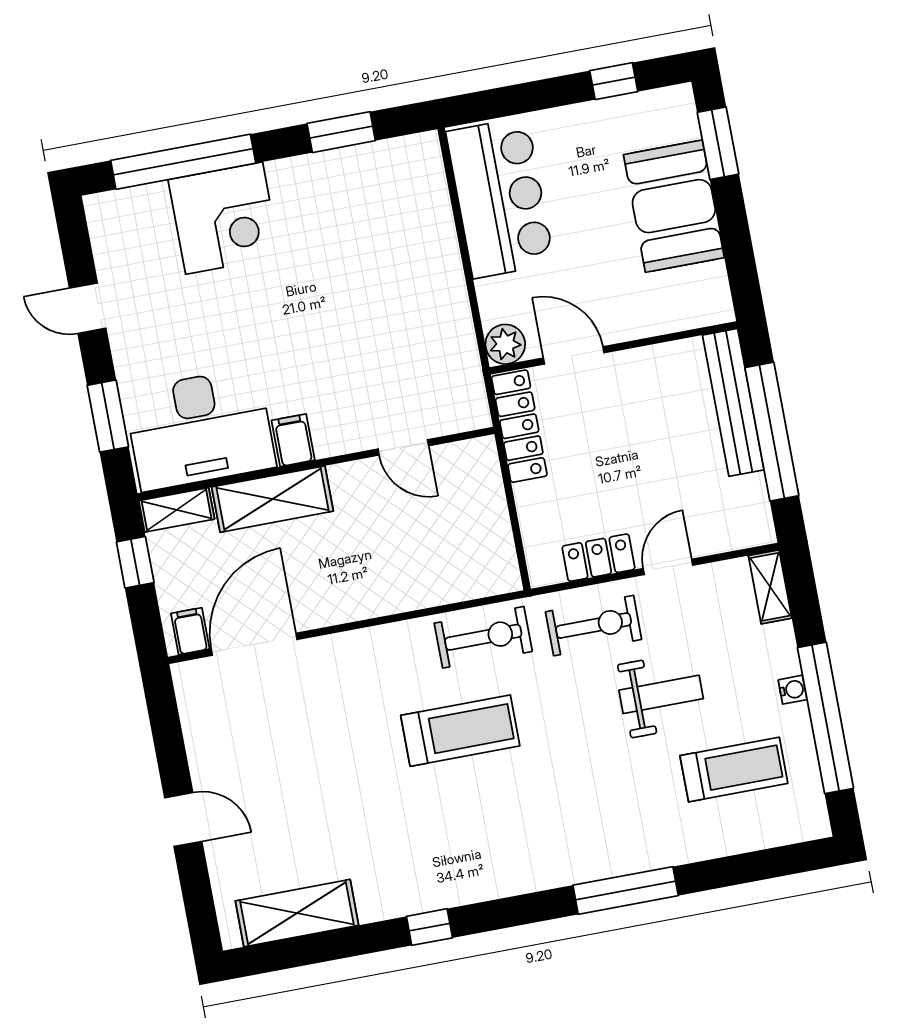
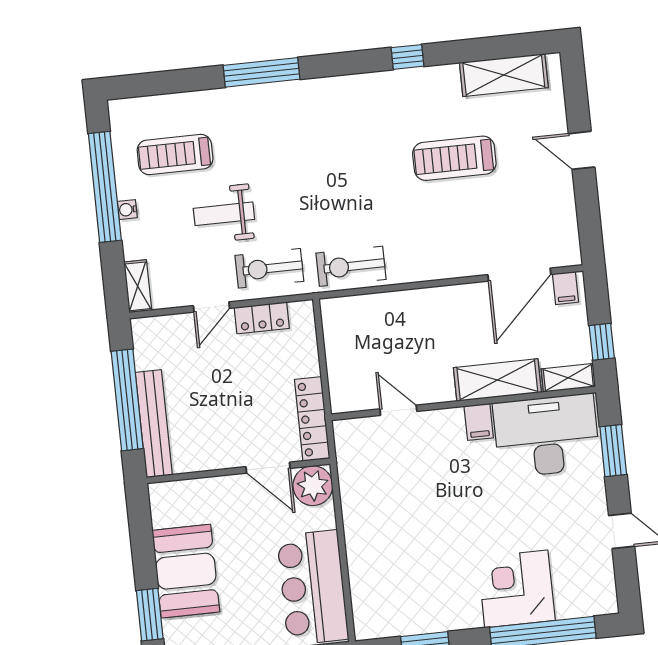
plant: (505, 344) -> (313, 486), width x1.36, depth x1.36
treadmill: (460, 731) -> (454, 158), moved

